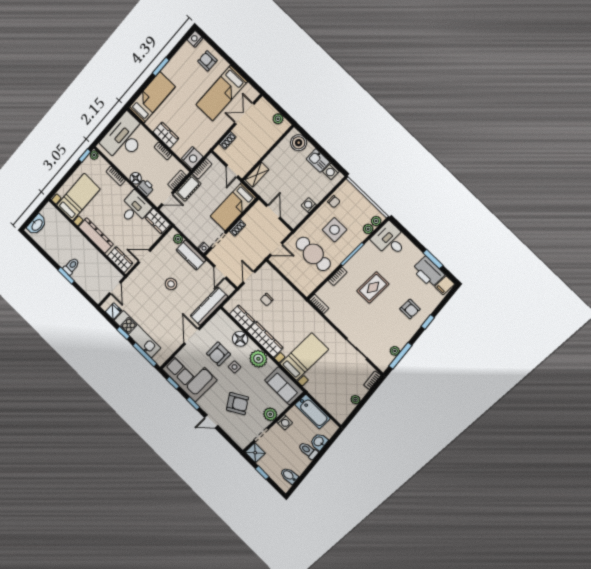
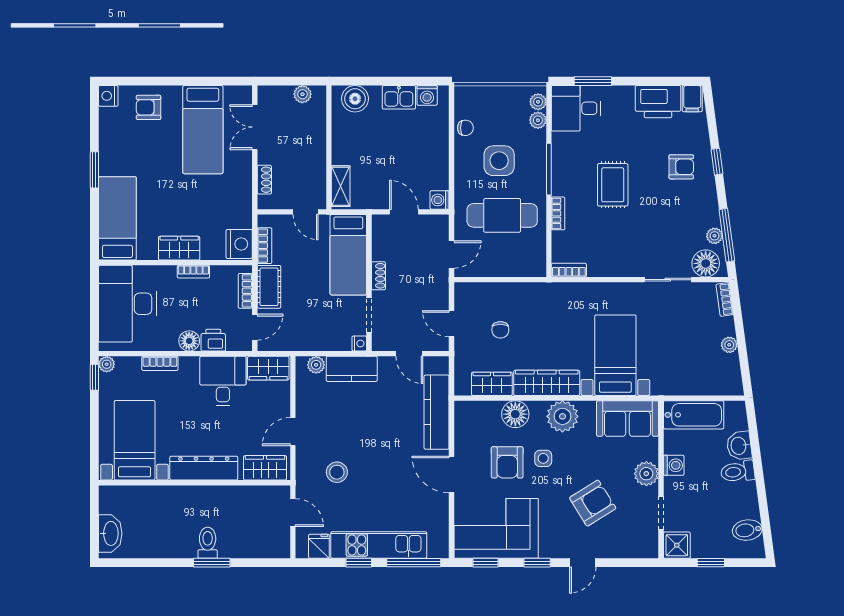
washing machine: (309, 205) -> (440, 200), moved
window: (433, 259) -> (593, 81), moved
stool: (171, 284) -> (337, 472), moved
floor lamp: (379, 358) -> (706, 263), added

